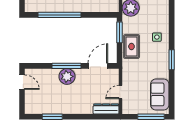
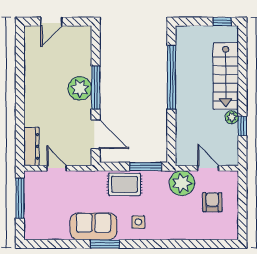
door: (22, 82) -> (51, 22), moved
sofa: (160, 94) -> (93, 226), moved
window: (52, 117) -> (20, 67), removed
window: (151, 117) -> (20, 198), moved

